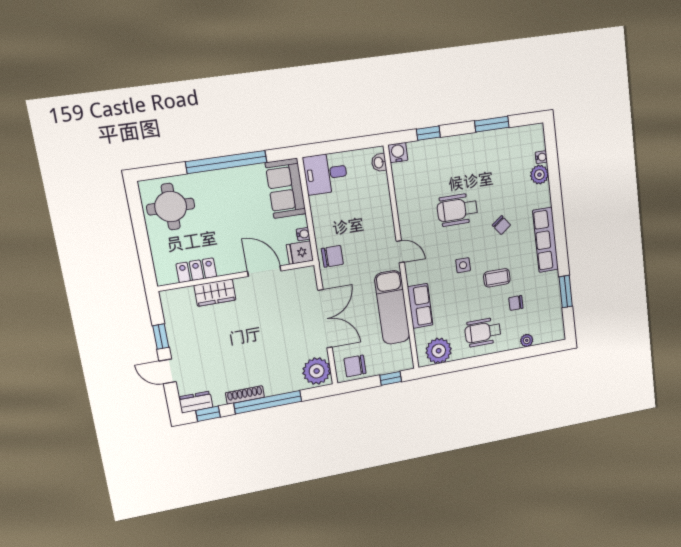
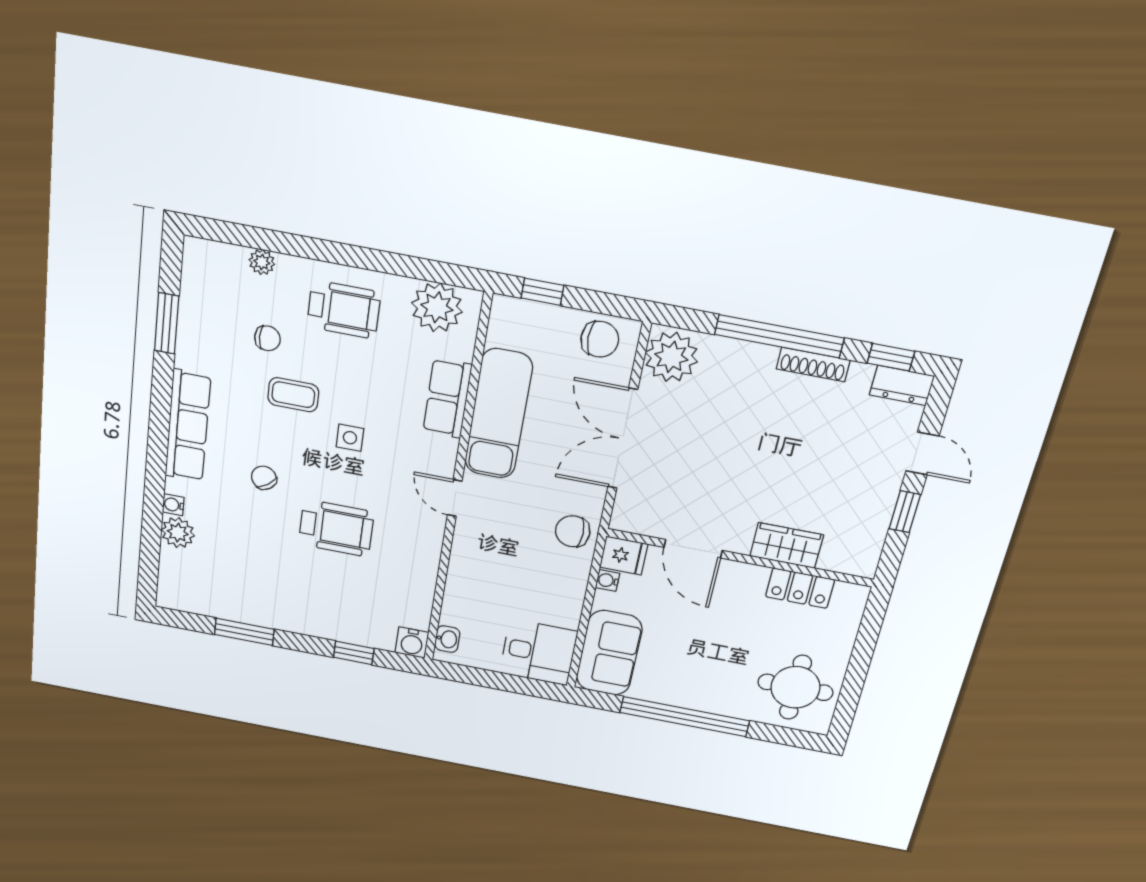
water cooler: (541, 157) -> (173, 505), moved

